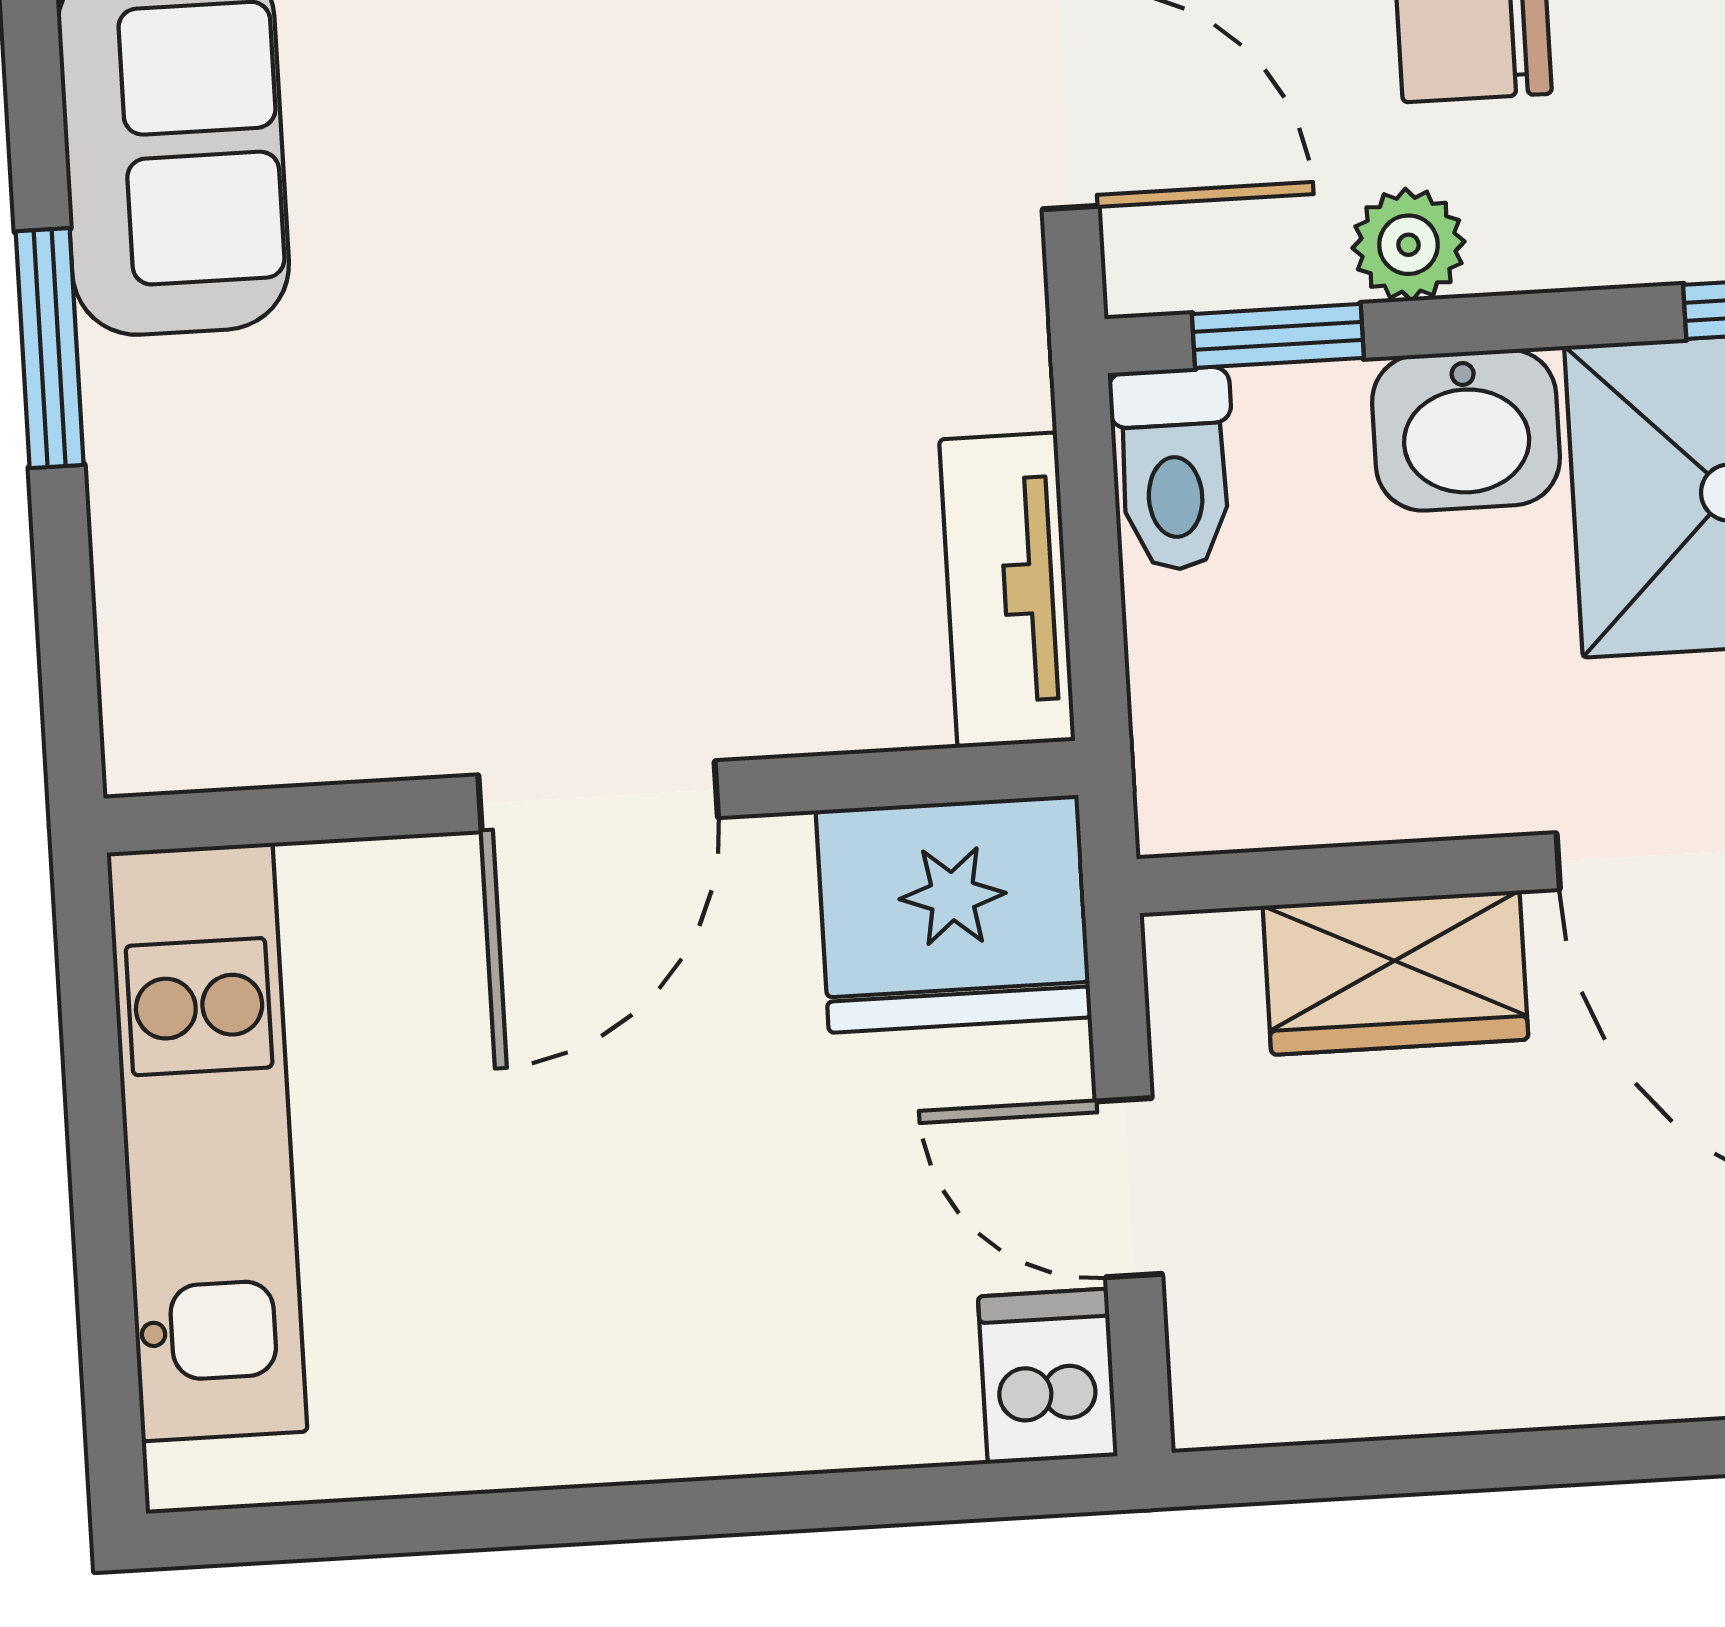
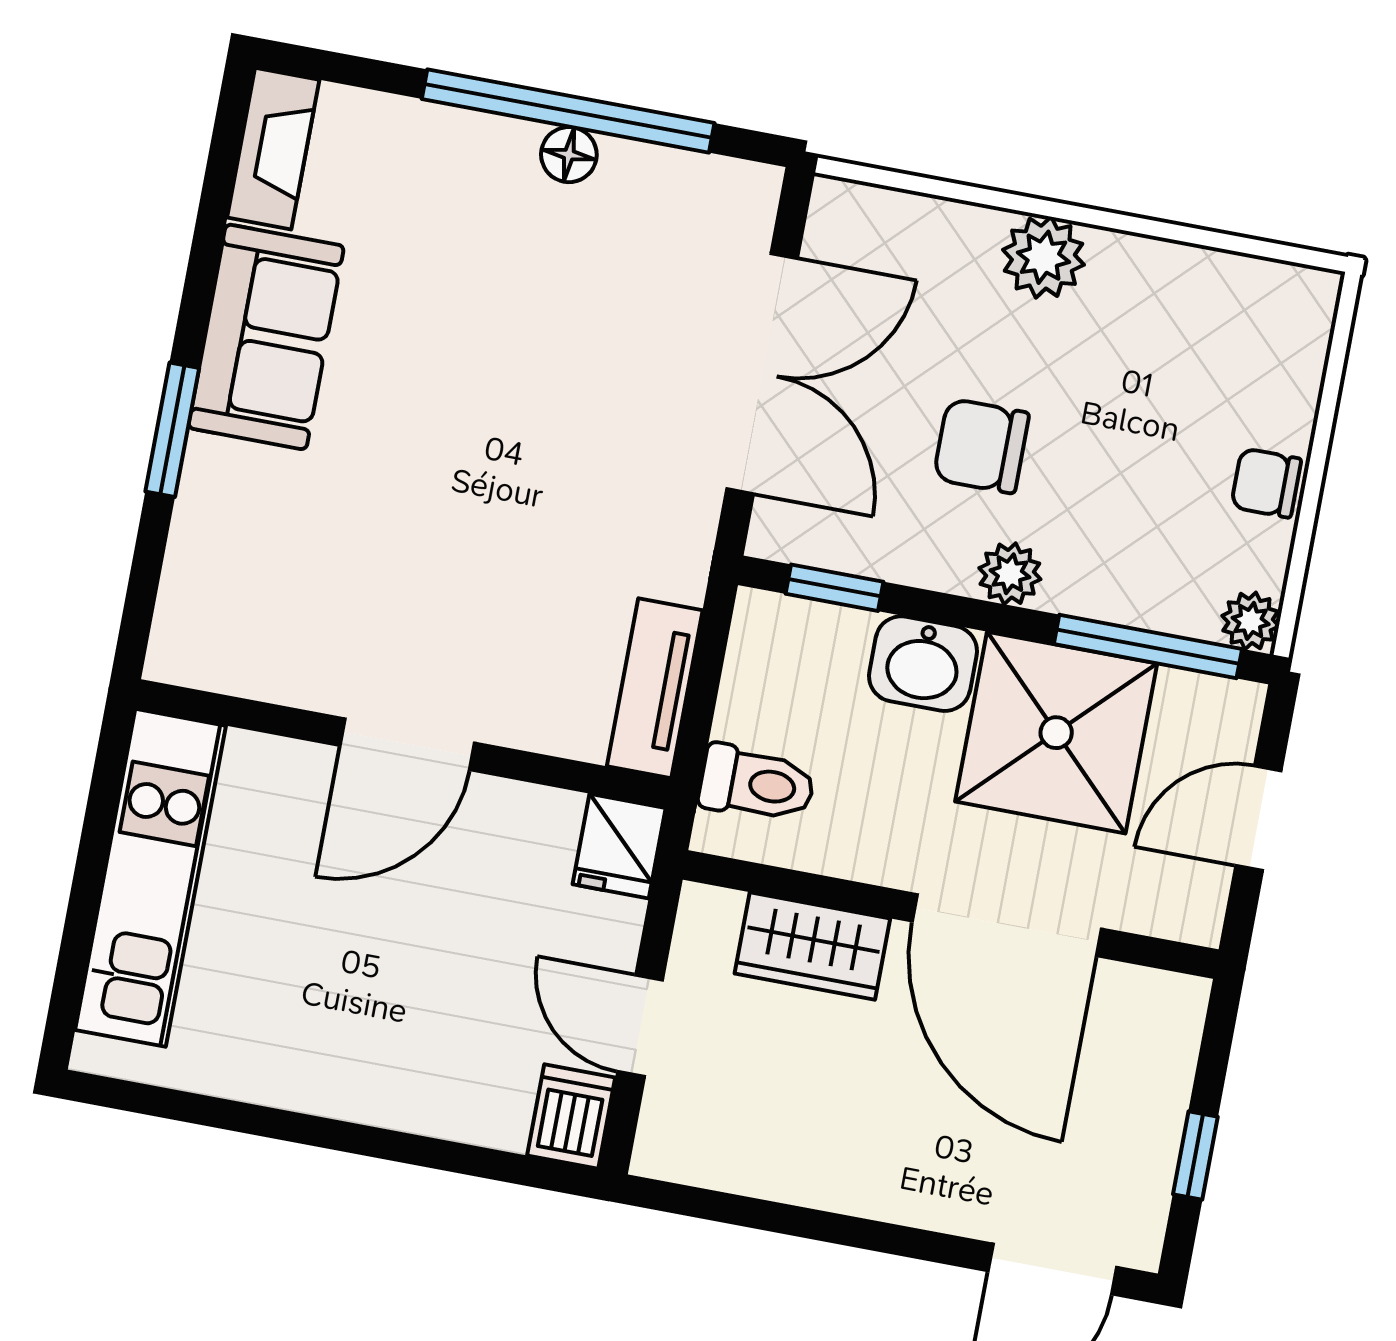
plant: (1408, 245) -> (1010, 574), moved
toilet: (1174, 469) -> (757, 784), moved, turned -90
fridge: (954, 914) -> (619, 846), width x0.53, depth x0.75

